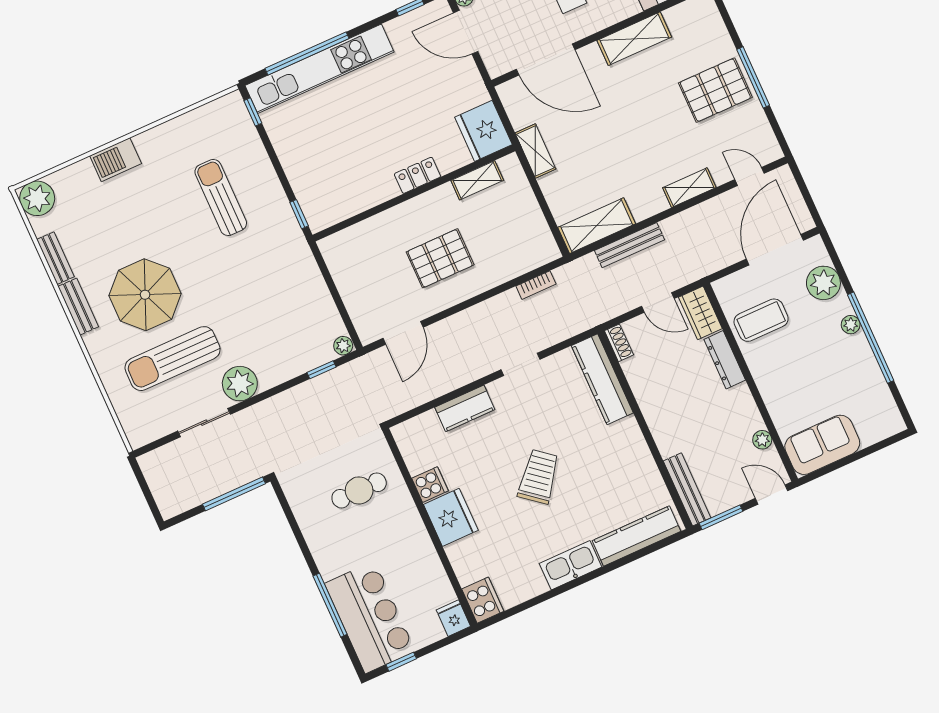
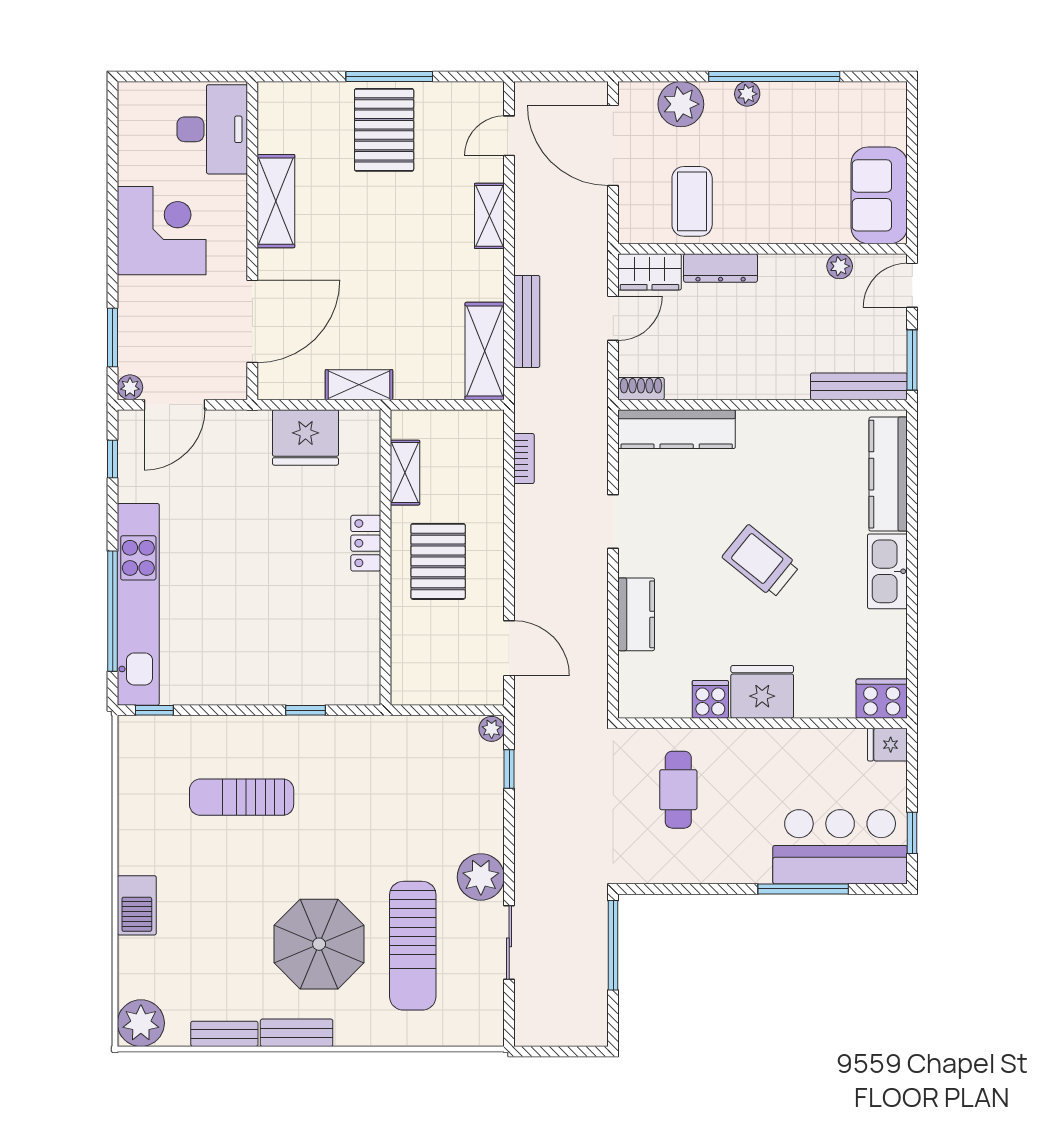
locker: (417, 175) -> (366, 543), moved
shelving: (477, 180) -> (405, 473), moved
wall: (414, 193) -> (386, 557), moved

